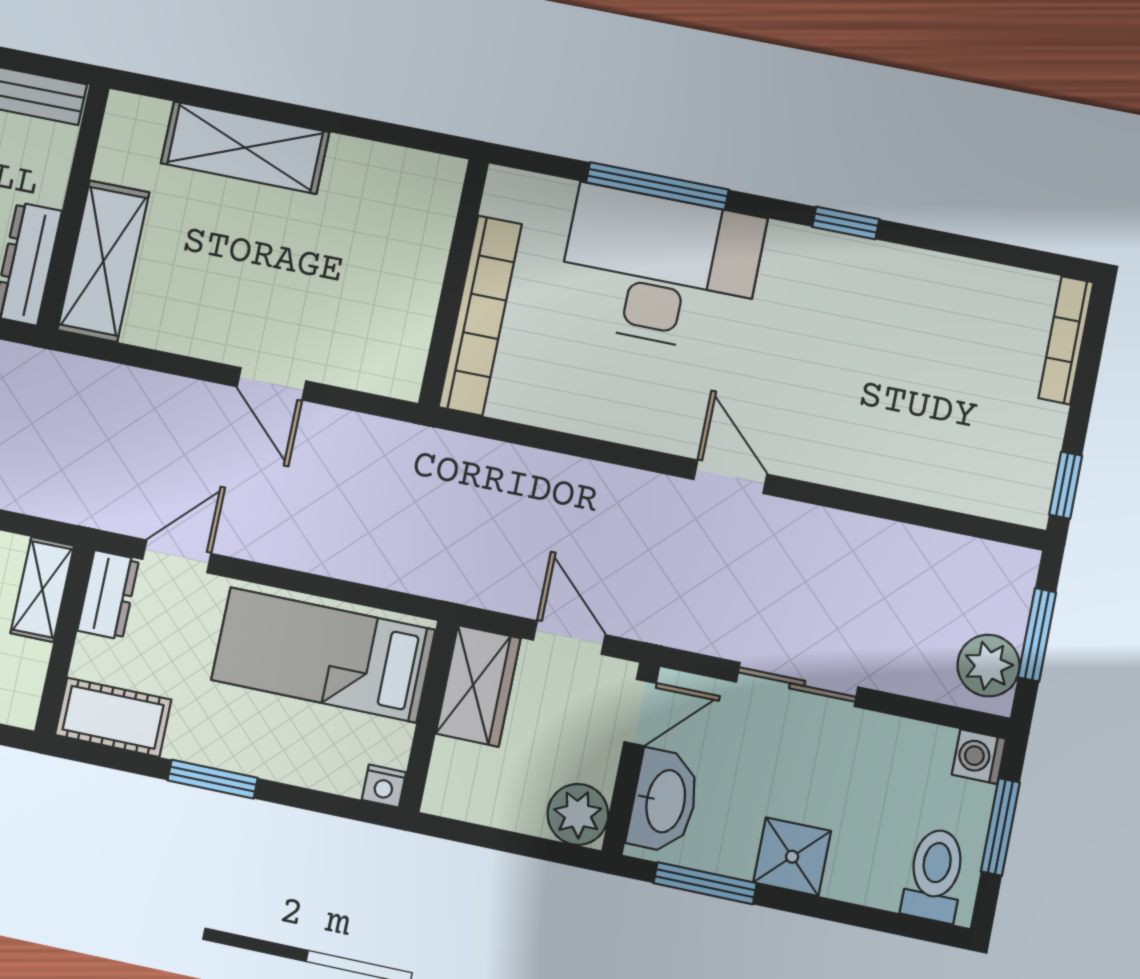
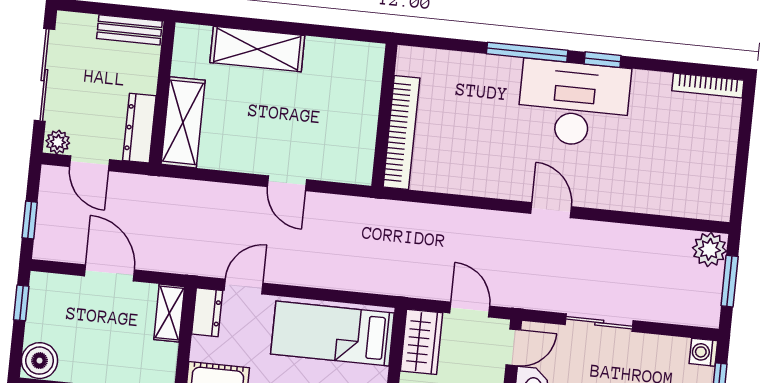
window: (657, 186) -> (527, 52), moved
desk: (660, 269) -> (574, 104), moved
bookcase: (1066, 340) -> (708, 85), moved, turned -90
window: (1066, 485) -> (738, 196), removed
plant: (988, 666) -> (709, 249), moved

